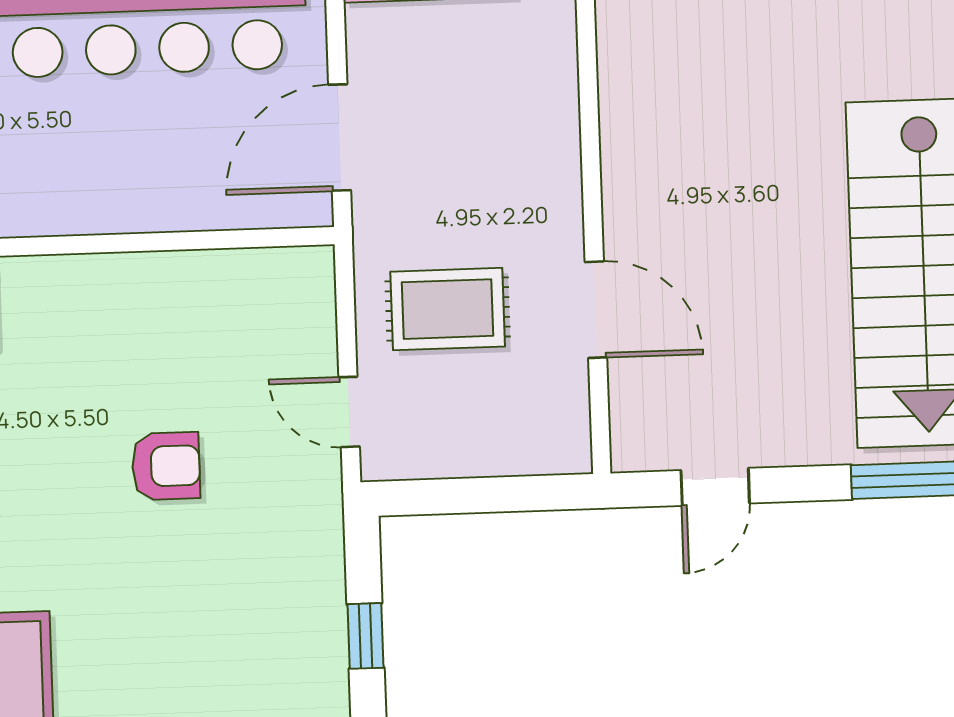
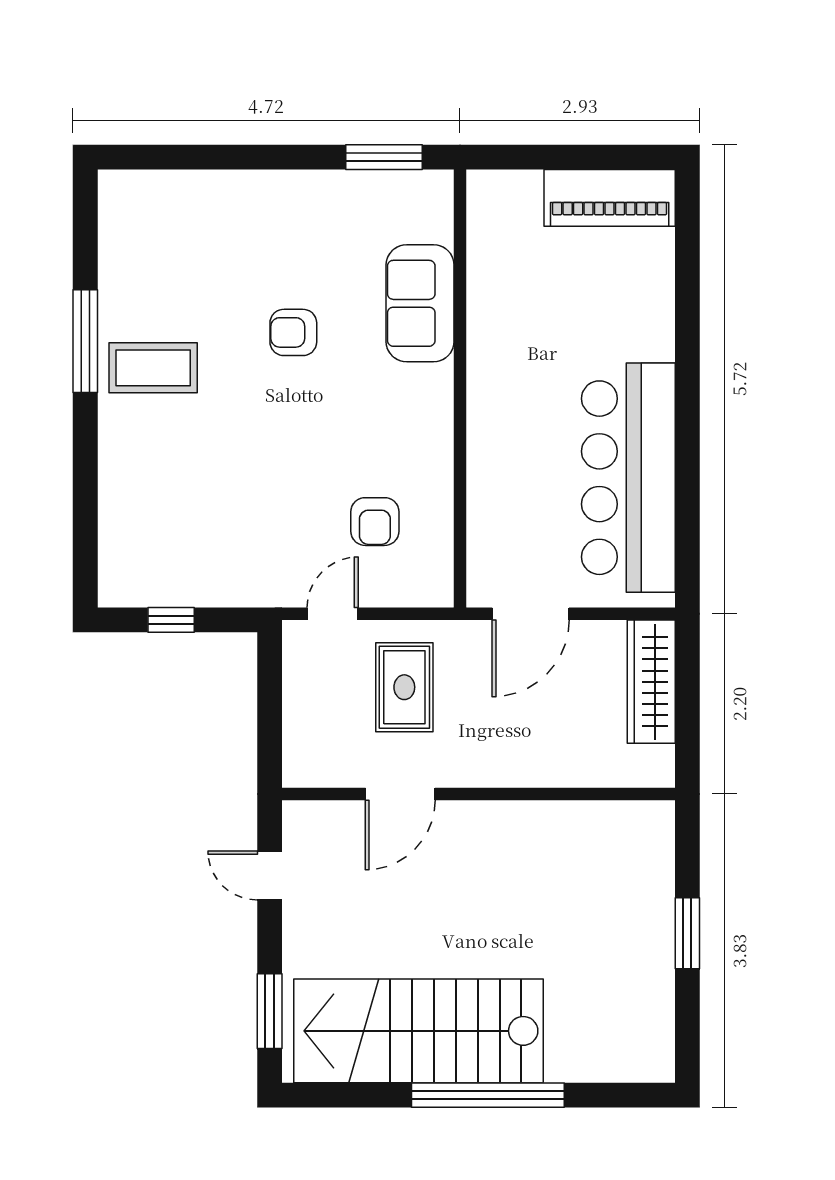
door: (340, 137) -> (531, 614), swing flipped
armchair: (166, 466) -> (375, 522), moved

